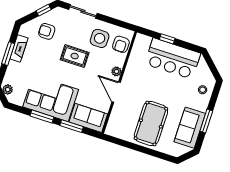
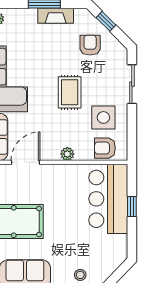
window: (44, 10) -> (106, 21), moved
bar counter: (173, 59) -> (108, 199), moved
door: (116, 92) -> (25, 162), moved

